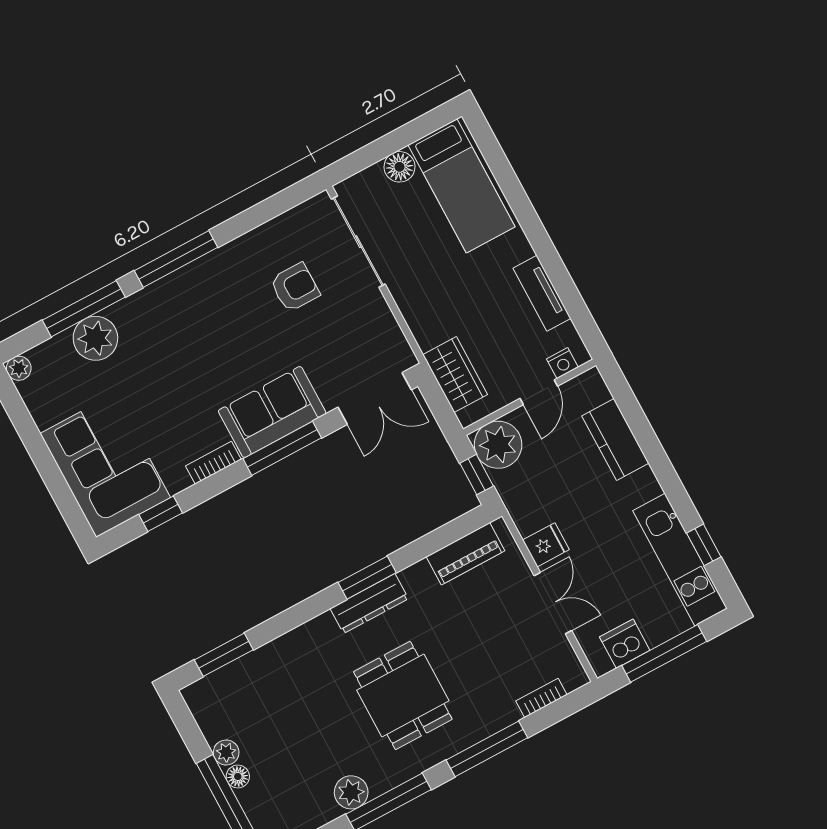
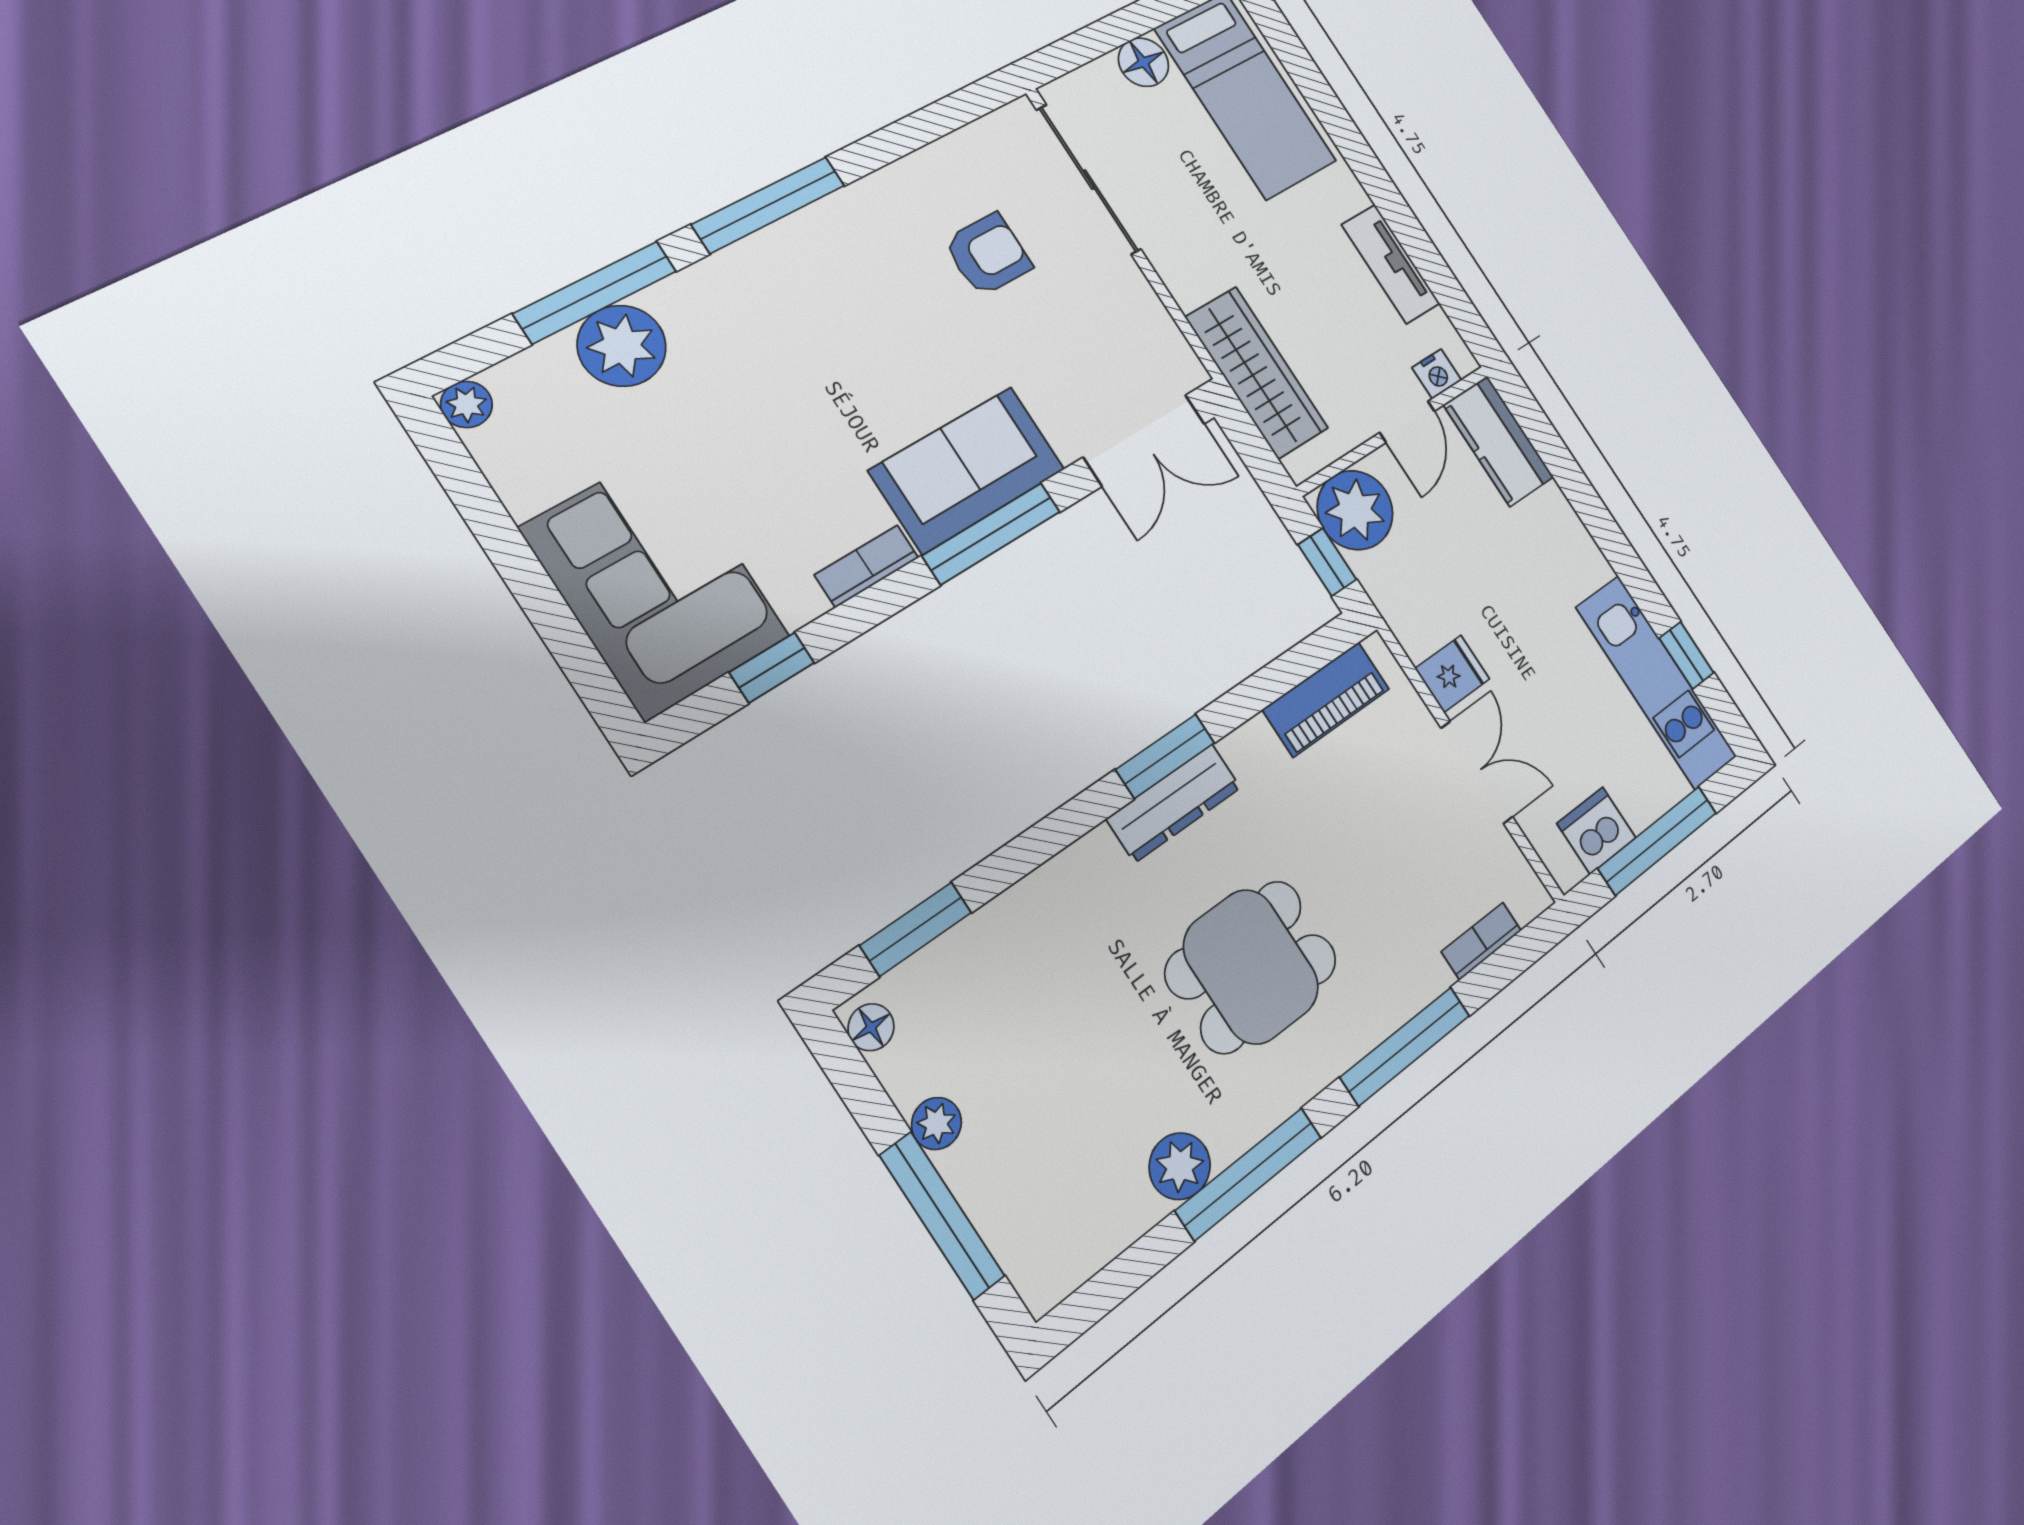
wardrobe: (455, 375) -> (1257, 373), width x1.50
kitchen counter: (615, 439) -> (1499, 441), moved
dining table: (403, 695) -> (1251, 967), turned 90
floor lamp: (238, 777) -> (871, 1027), moved

